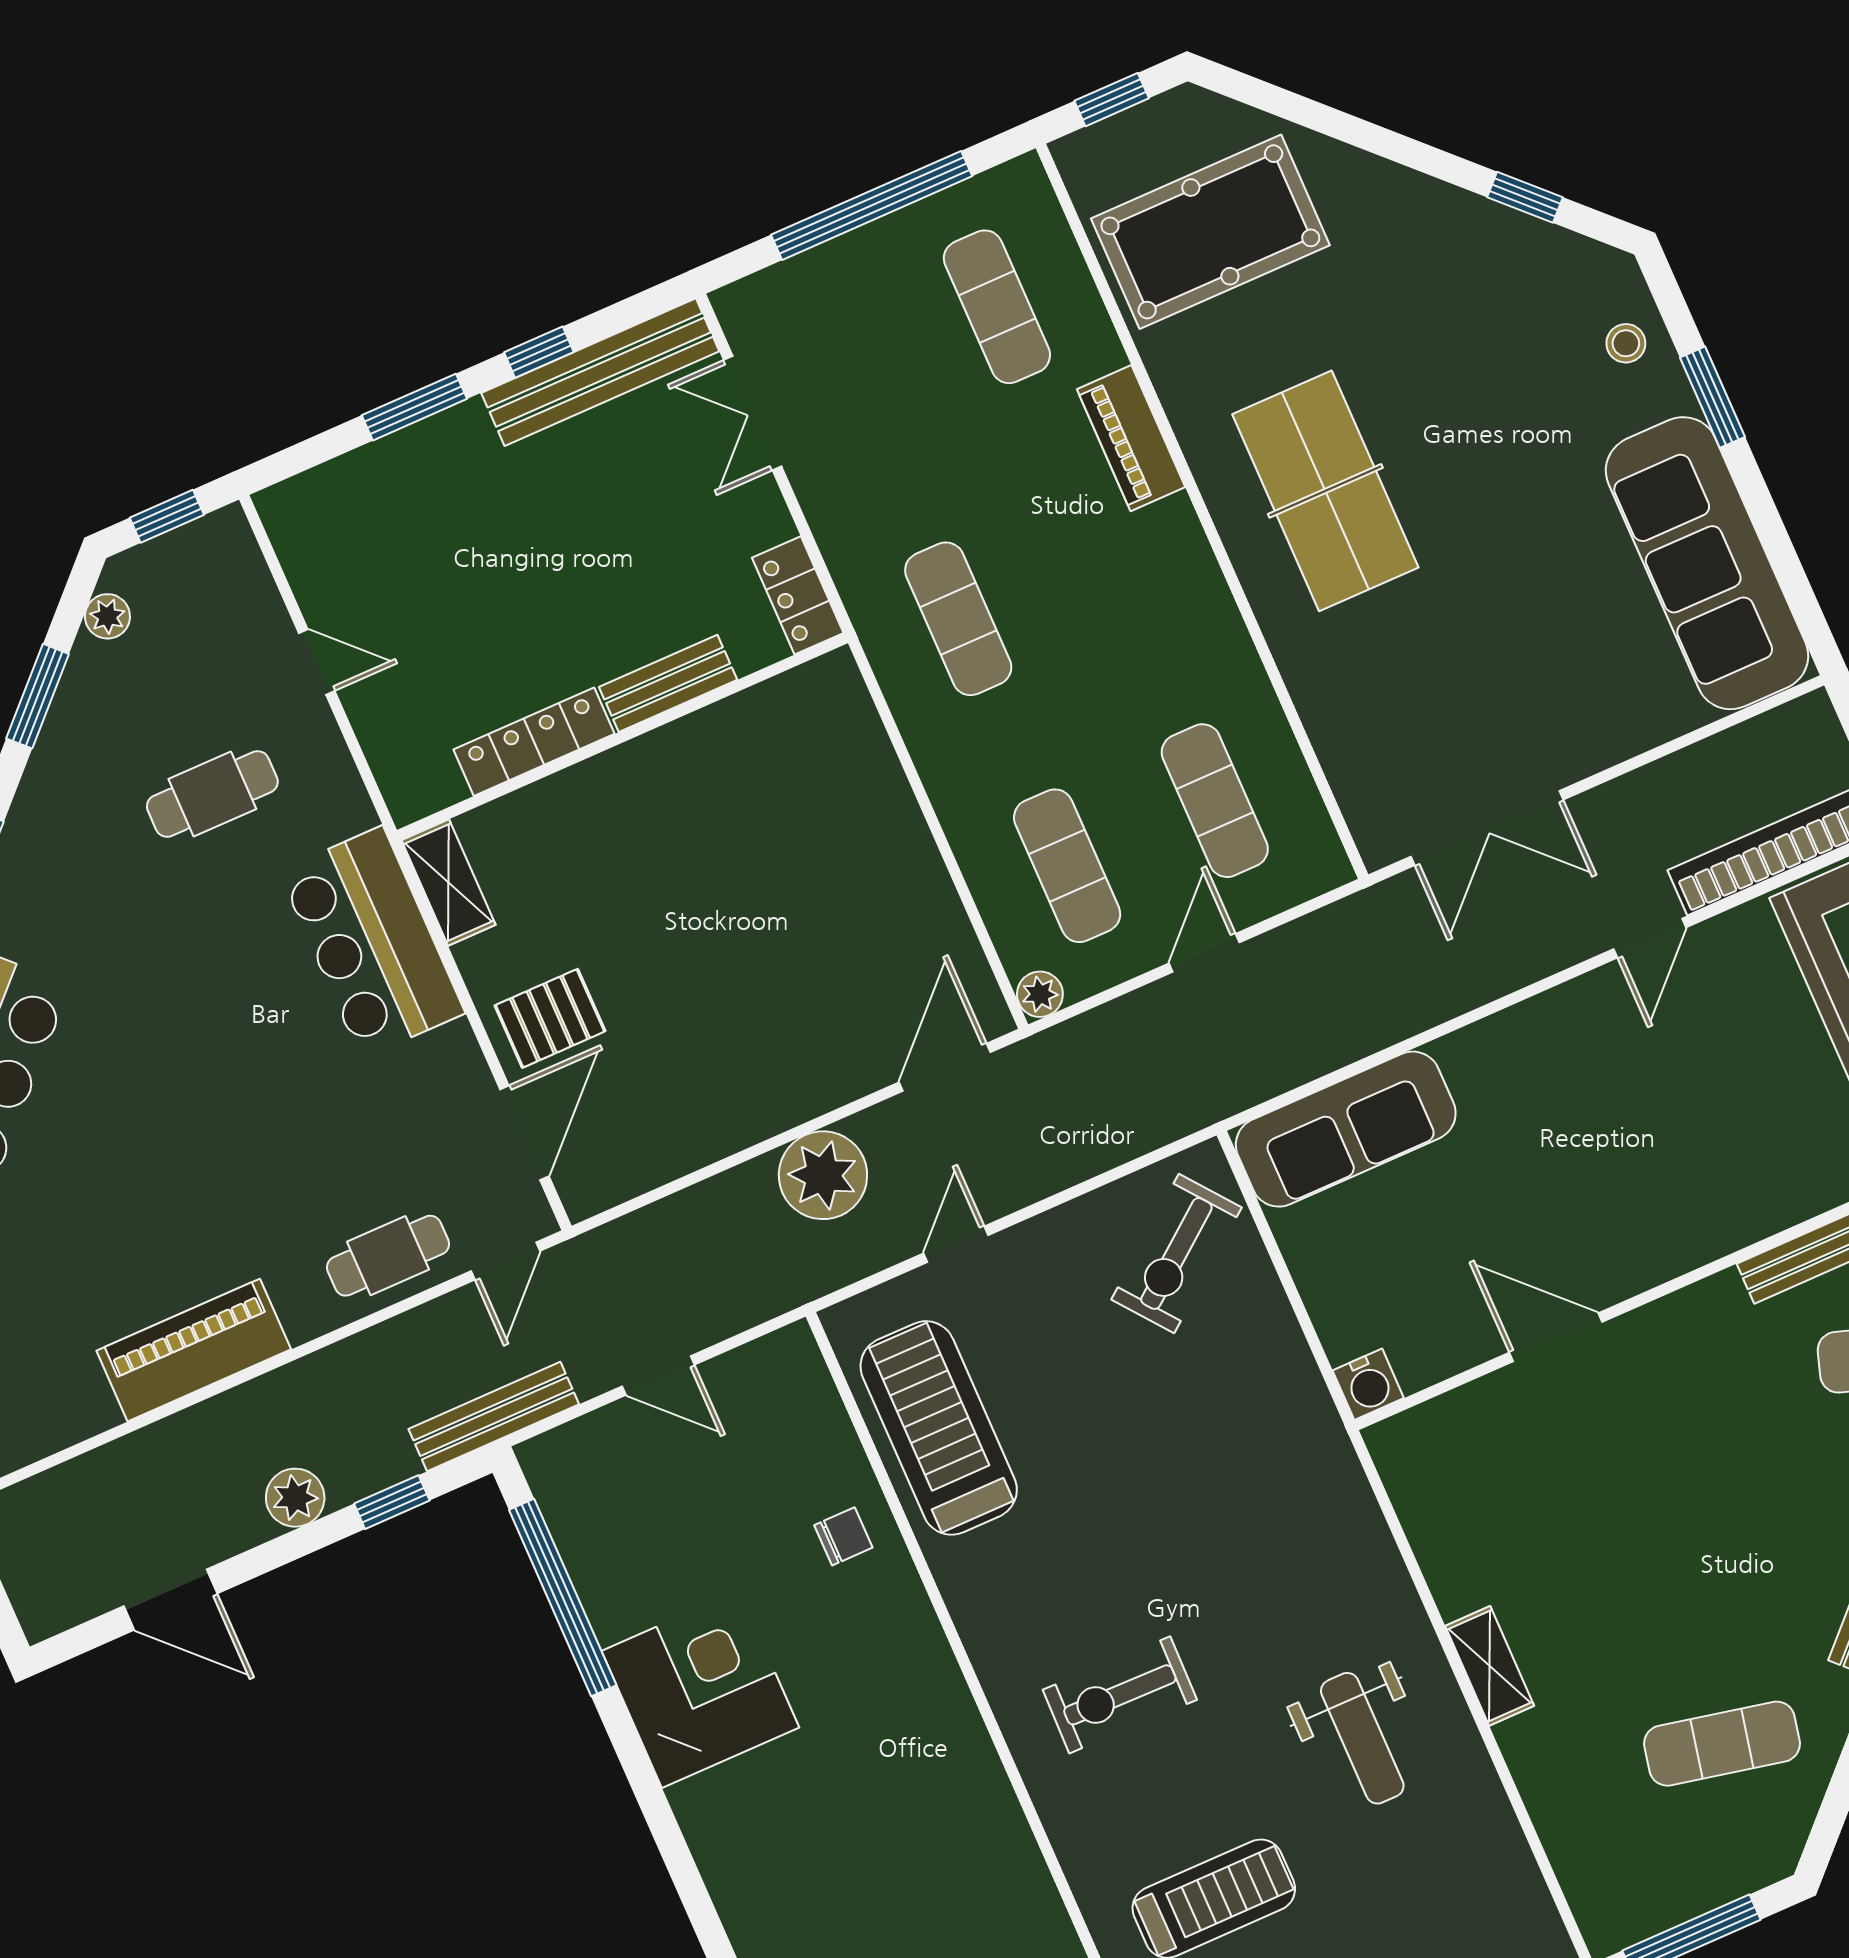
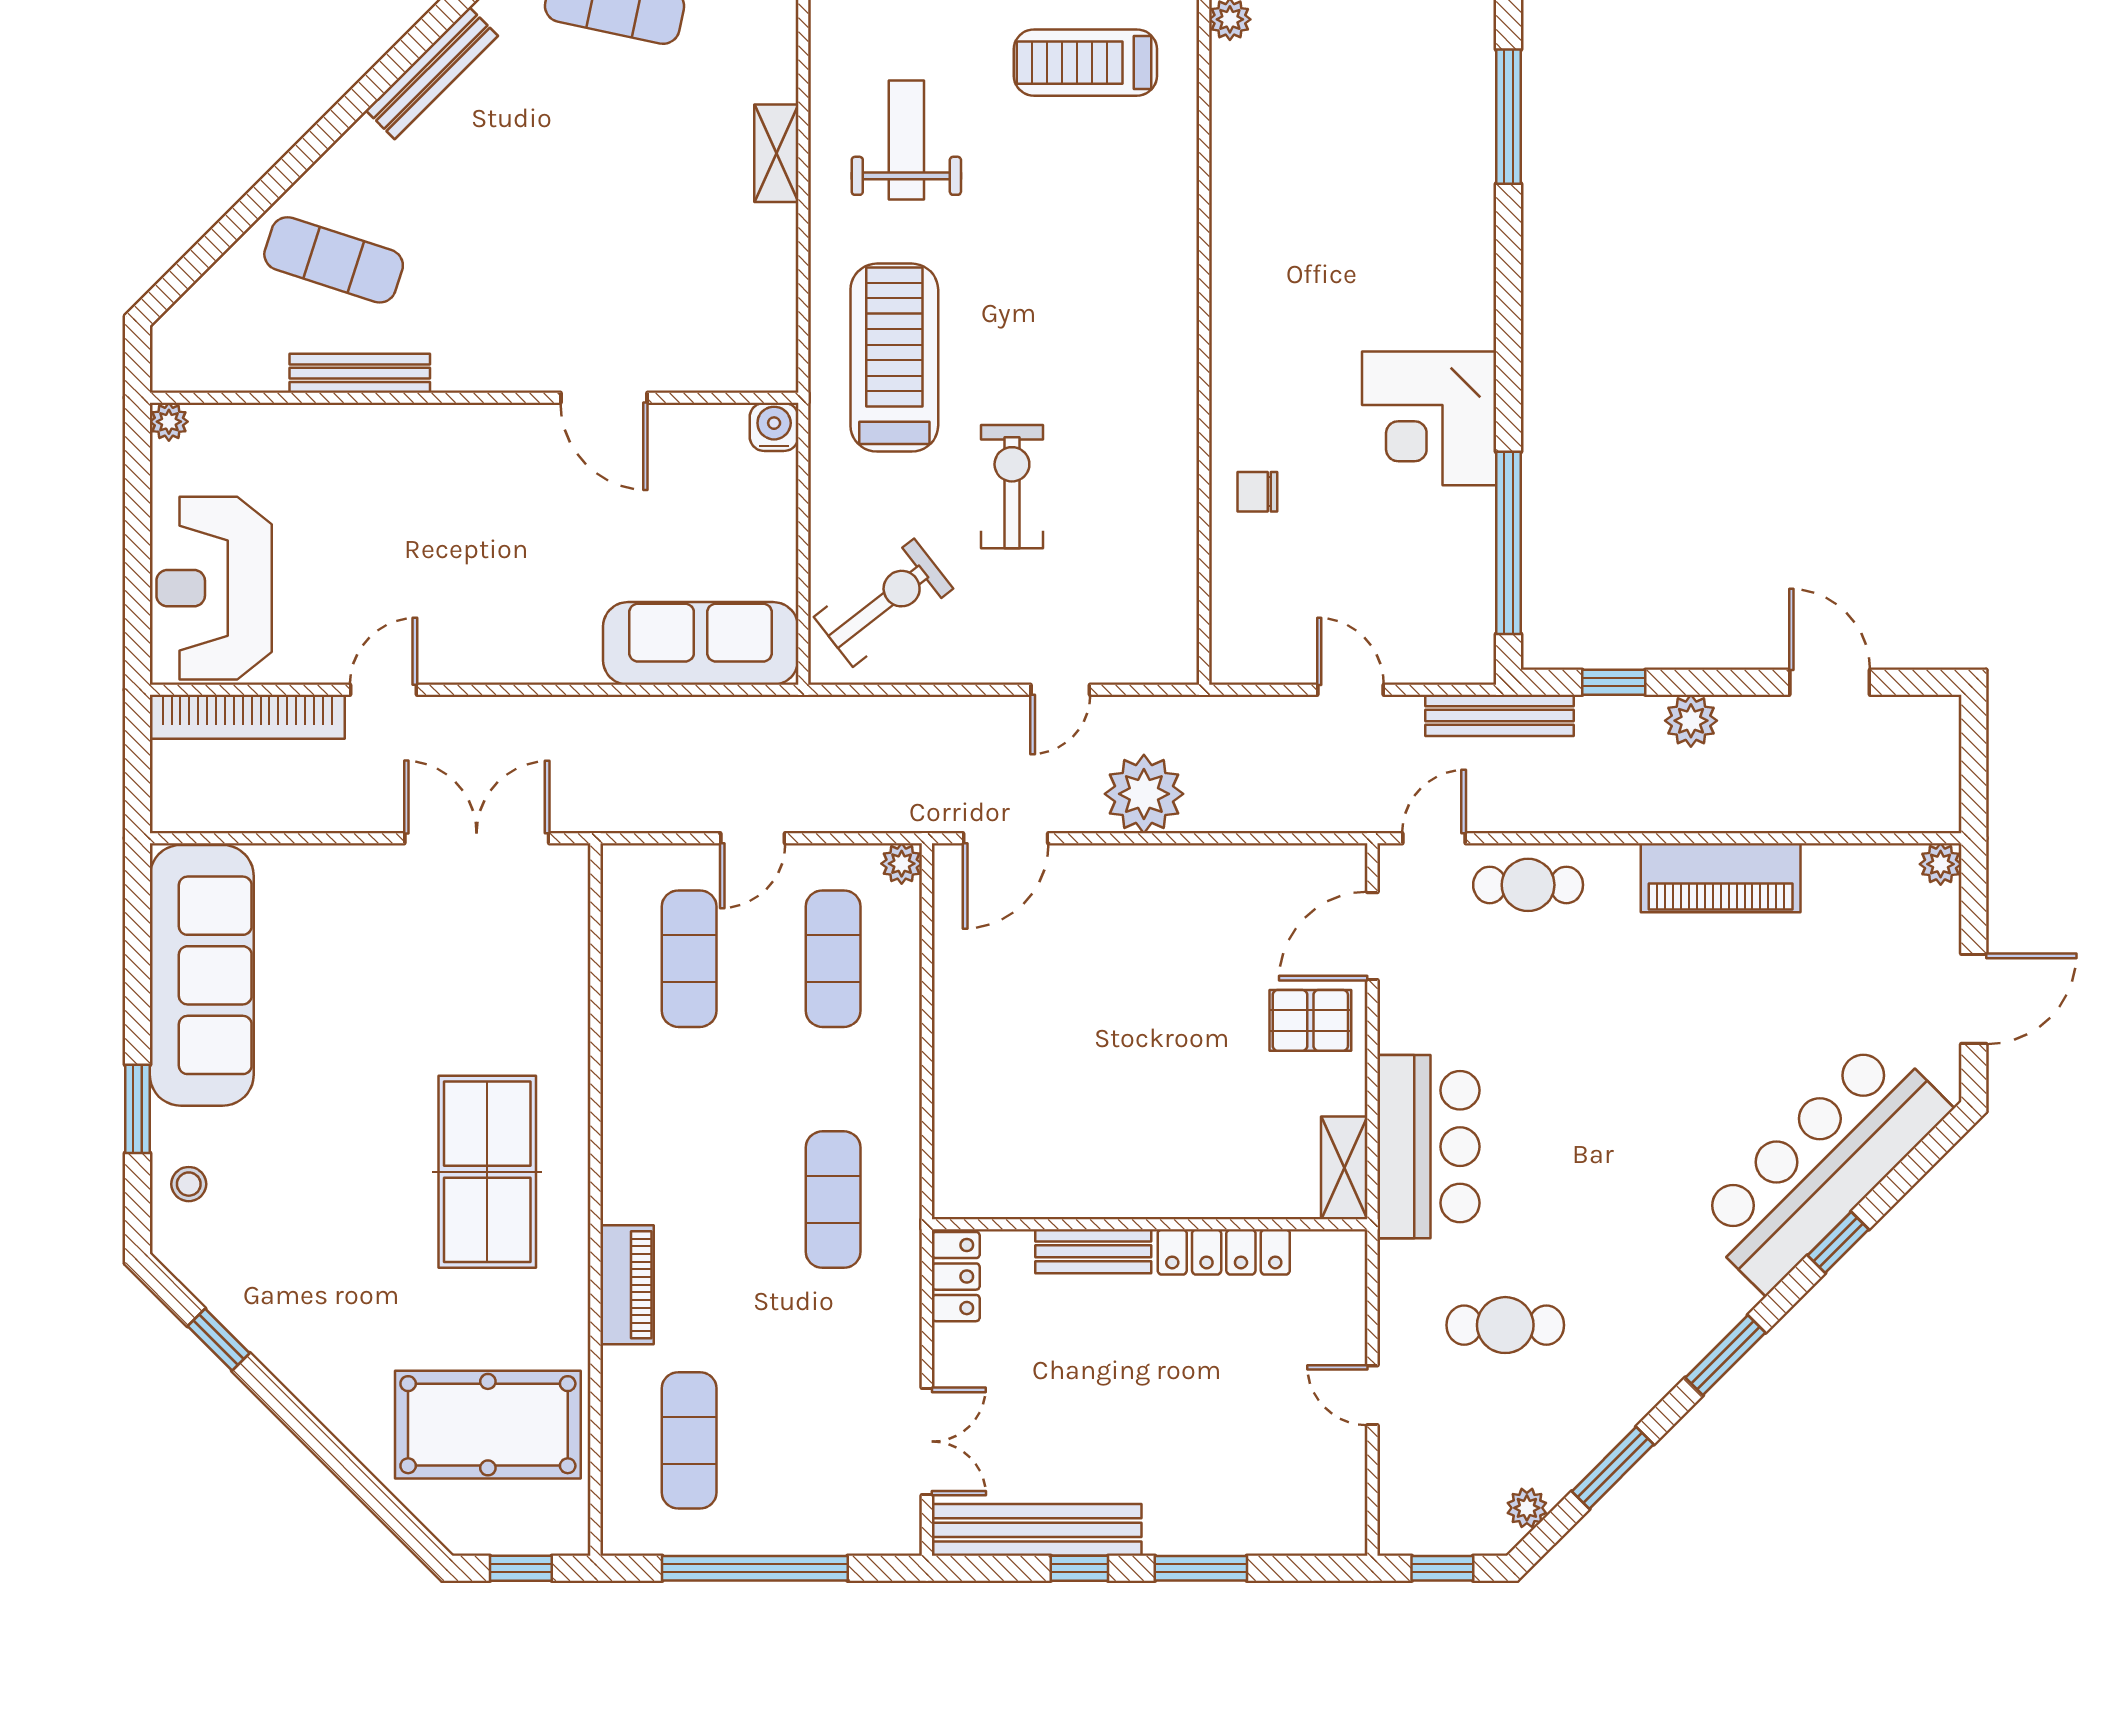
treadmill: (939, 1428) -> (894, 358), moved, turned 180
exercise bike: (1120, 1695) -> (1012, 487), moved, turned -91

